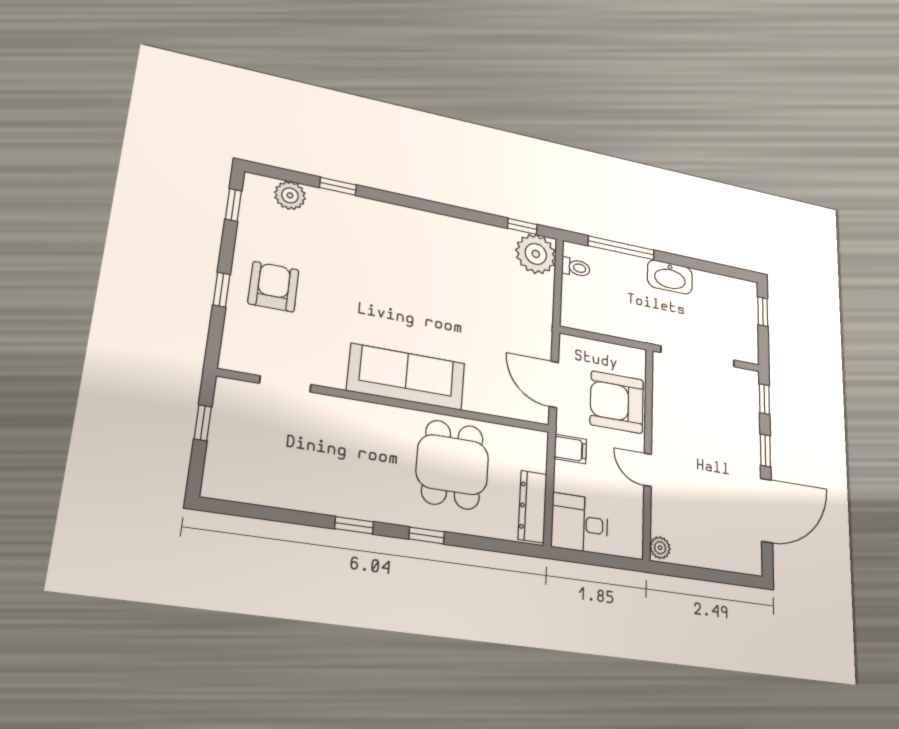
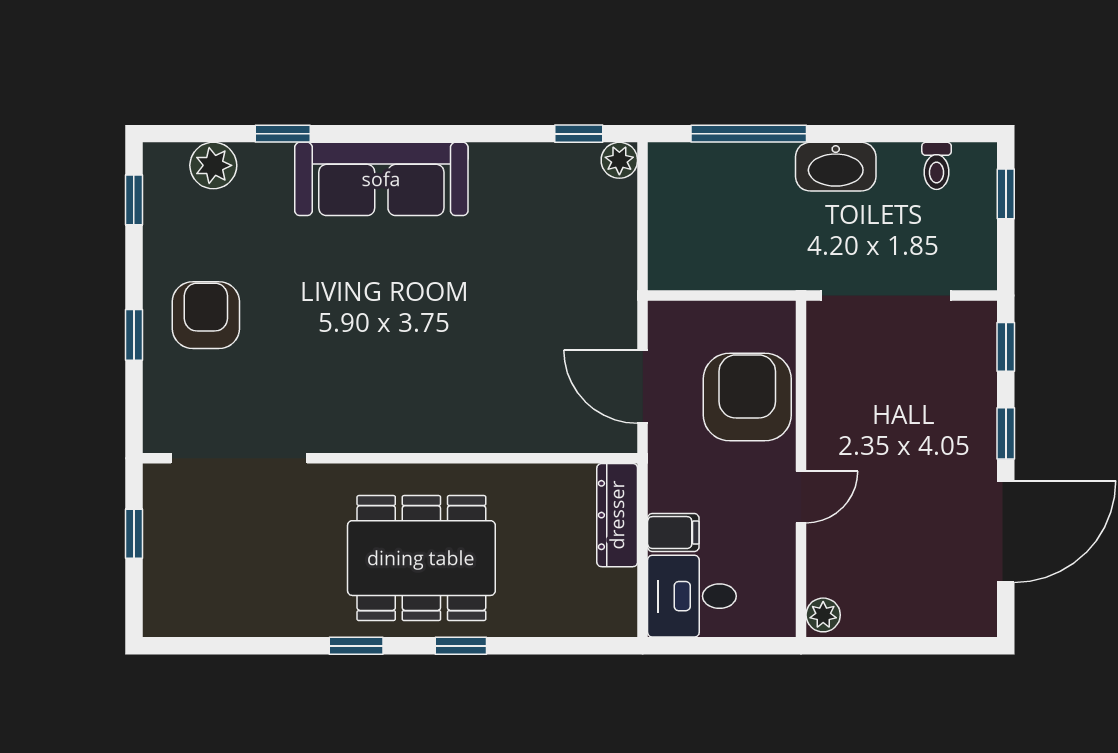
plant: (536, 254) -> (619, 160), width x0.53, depth x0.53
toilet: (576, 267) -> (937, 166), moved, turned 90
sofa: (406, 377) -> (381, 179), moved, turned 180
doorway: (285, 384) -> (239, 458), width x1.88
armchair: (617, 402) -> (747, 397), turned 90
filing cabinet: (570, 449) -> (673, 533), moved
dining table: (452, 465) -> (421, 558), moved, width x1.38
door: (648, 470) -> (801, 497), swing flipped
dresser: (532, 507) -> (617, 515), moved

